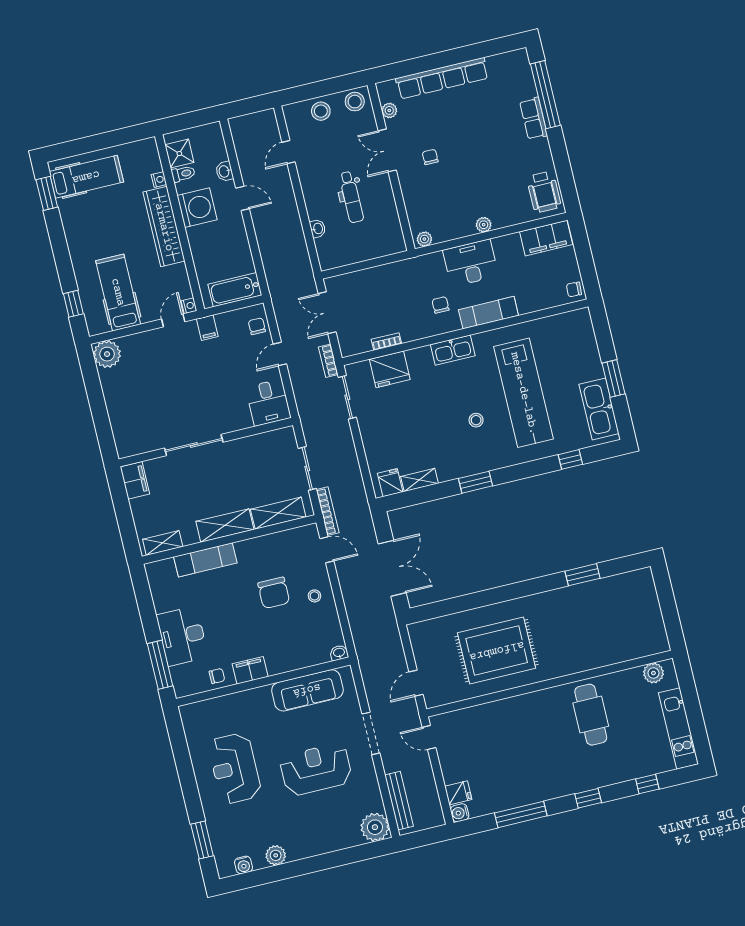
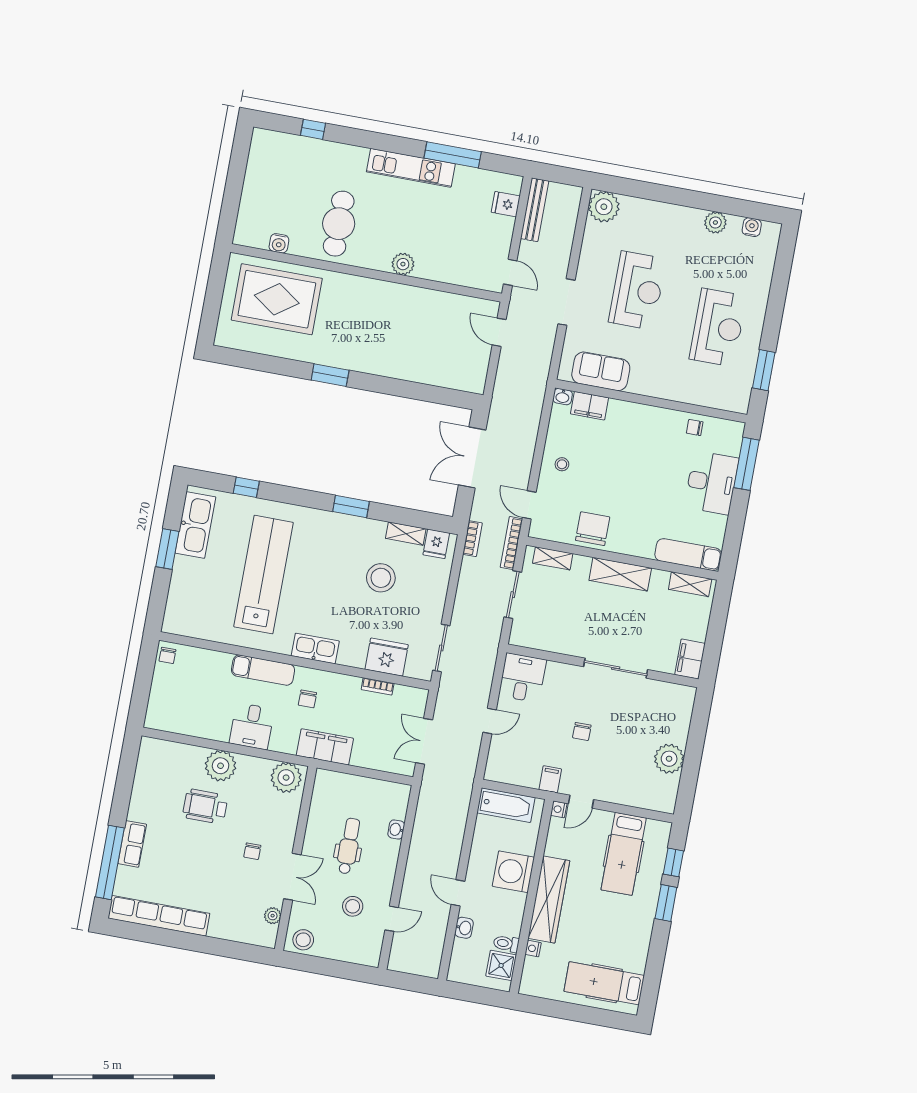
row of seats: (442, 78) -> (159, 916), moved
stool: (321, 111) -> (353, 906), moved
wheelchair: (544, 192) -> (205, 806), moved, turned -90
window: (47, 193) -> (666, 903), moved
washing machine: (197, 208) -> (513, 872), moved
plant: (484, 225) -> (221, 766), width x1.87, depth x1.87
filing cabinet: (546, 238) -> (325, 747), moved
plant: (424, 239) -> (286, 778), width x1.88, depth x1.88
desk: (471, 263) -> (252, 726), width x0.73
chair: (574, 289) -> (167, 655), turned 87
double door: (327, 313) -> (424, 741), swing flipped
chair: (257, 326) -> (582, 731), moved
plant: (107, 354) -> (669, 759), moved
bookcase: (328, 361) -> (472, 539), moved
stool: (476, 420) -> (381, 578), moved, width x1.89, depth x1.89
shelving: (278, 513) -> (553, 558), width x0.67, depth x0.75
exam couch: (205, 560) -> (688, 555), moved
window: (582, 575) -> (330, 375), moved
chair: (274, 593) -> (593, 529), moved
rug: (497, 651) -> (277, 299), moved
filing cabinet: (250, 670) -> (590, 406), moved
plant: (653, 673) -> (403, 264), moved
door: (416, 683) -> (499, 332), swing flipped
sofa: (307, 690) -> (601, 371), width x0.73
kitchen unit: (678, 728) -> (411, 168), moved, turned 90
reception desk: (316, 769) -> (637, 290), turned -90
window: (588, 798) -> (378, 141), removed
bench: (399, 801) -> (535, 210), moved
water cooler: (460, 813) -> (279, 243), moved, turned 90
window: (202, 840) -> (764, 370), moved

